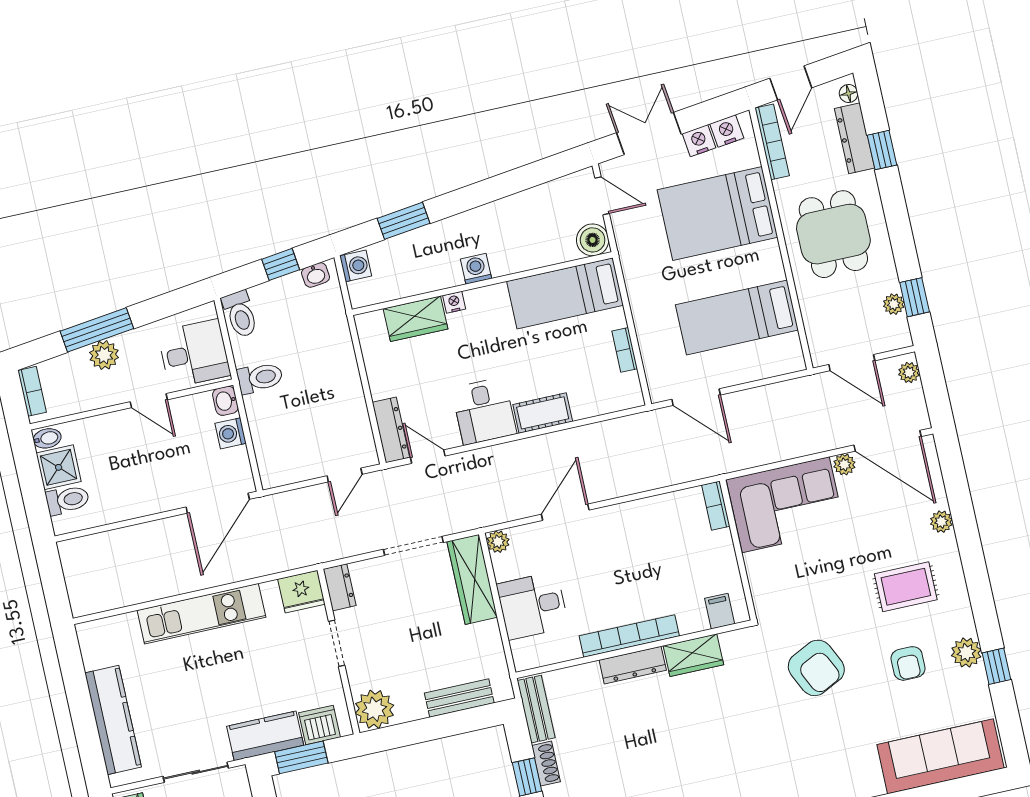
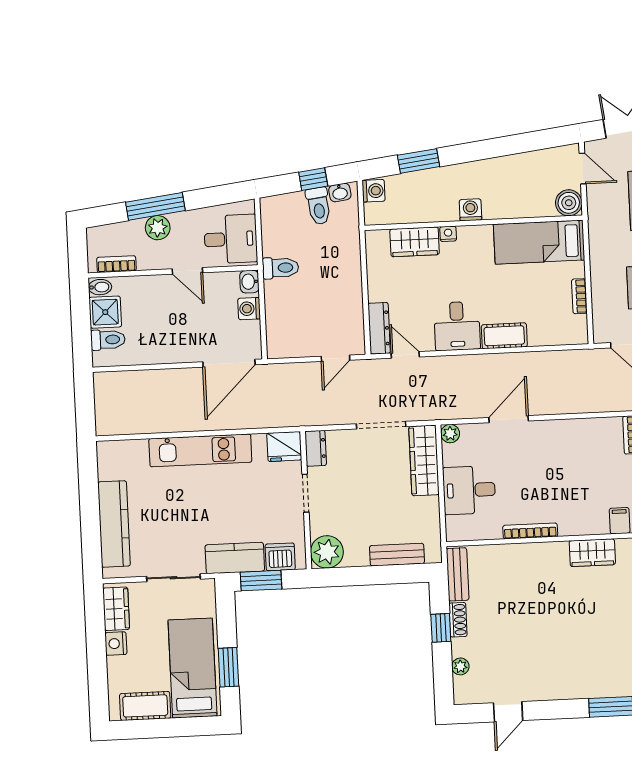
toilet: (240, 314) -> (318, 206), moved
bookcase: (32, 391) -> (116, 264), moved, turned -90
bookcase: (629, 636) -> (530, 531), width x0.68, depth x0.76
dresser: (633, 665) -> (542, 552), removed

